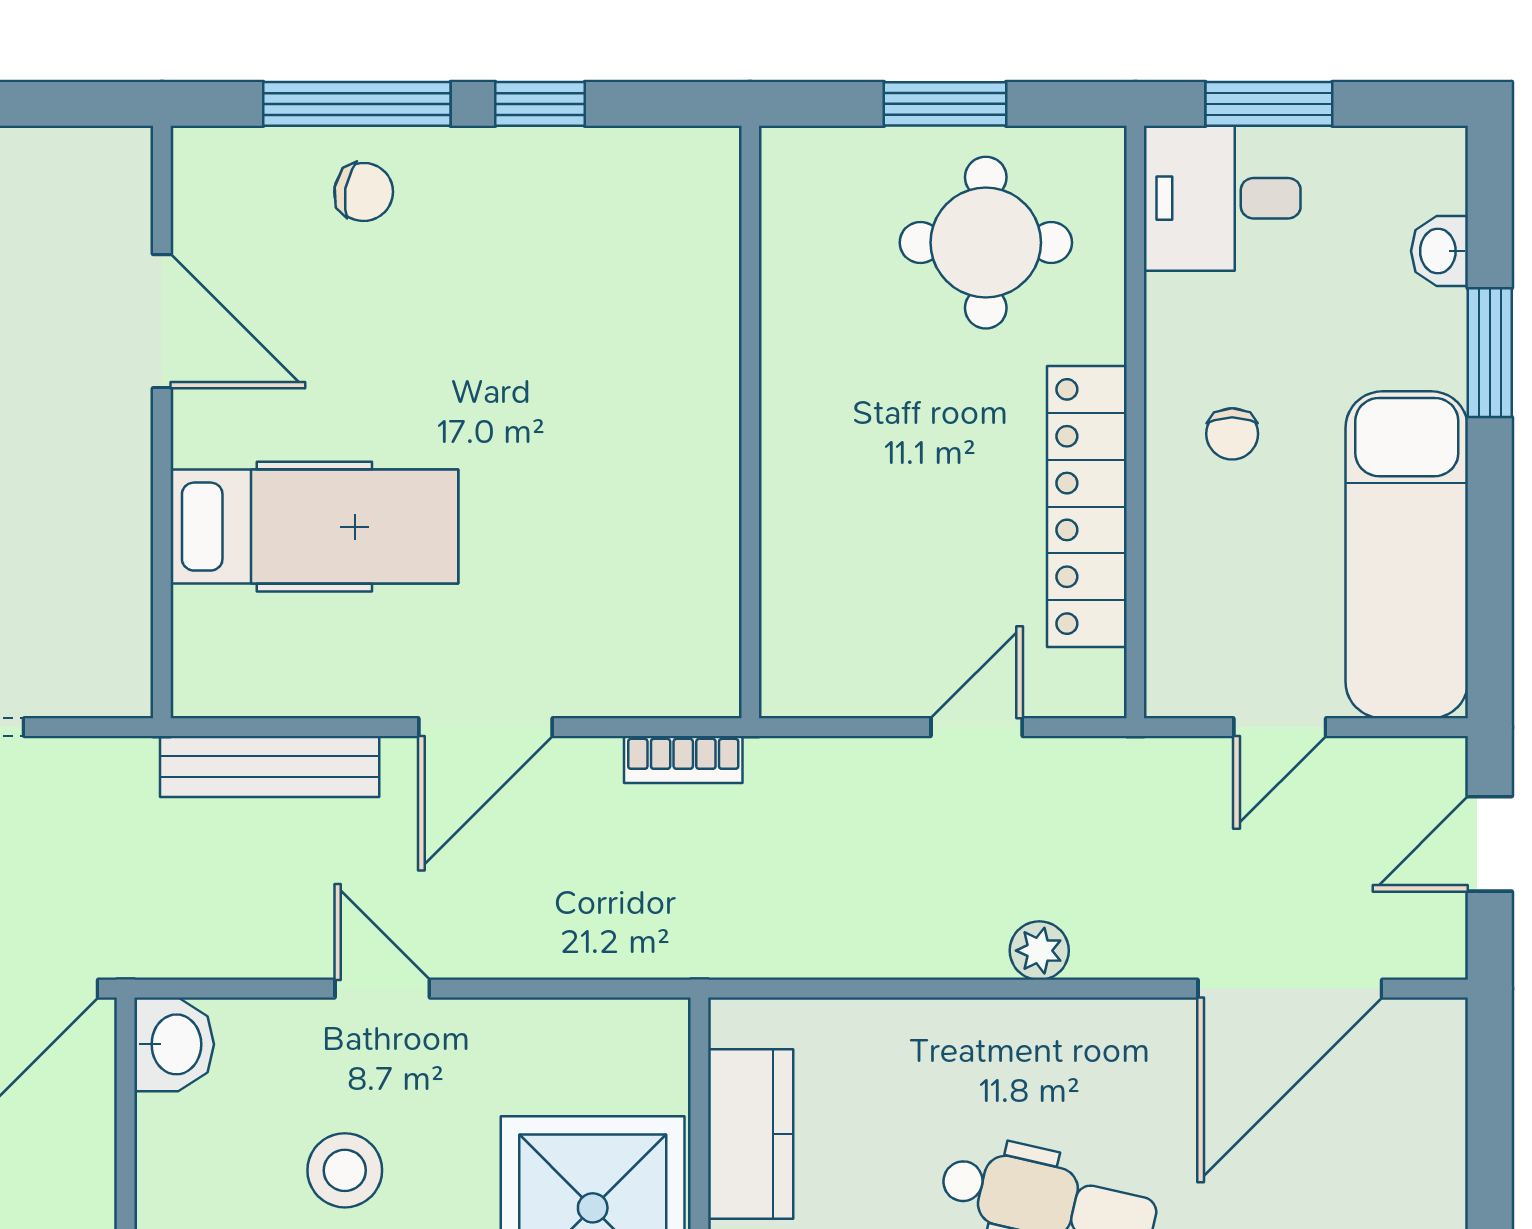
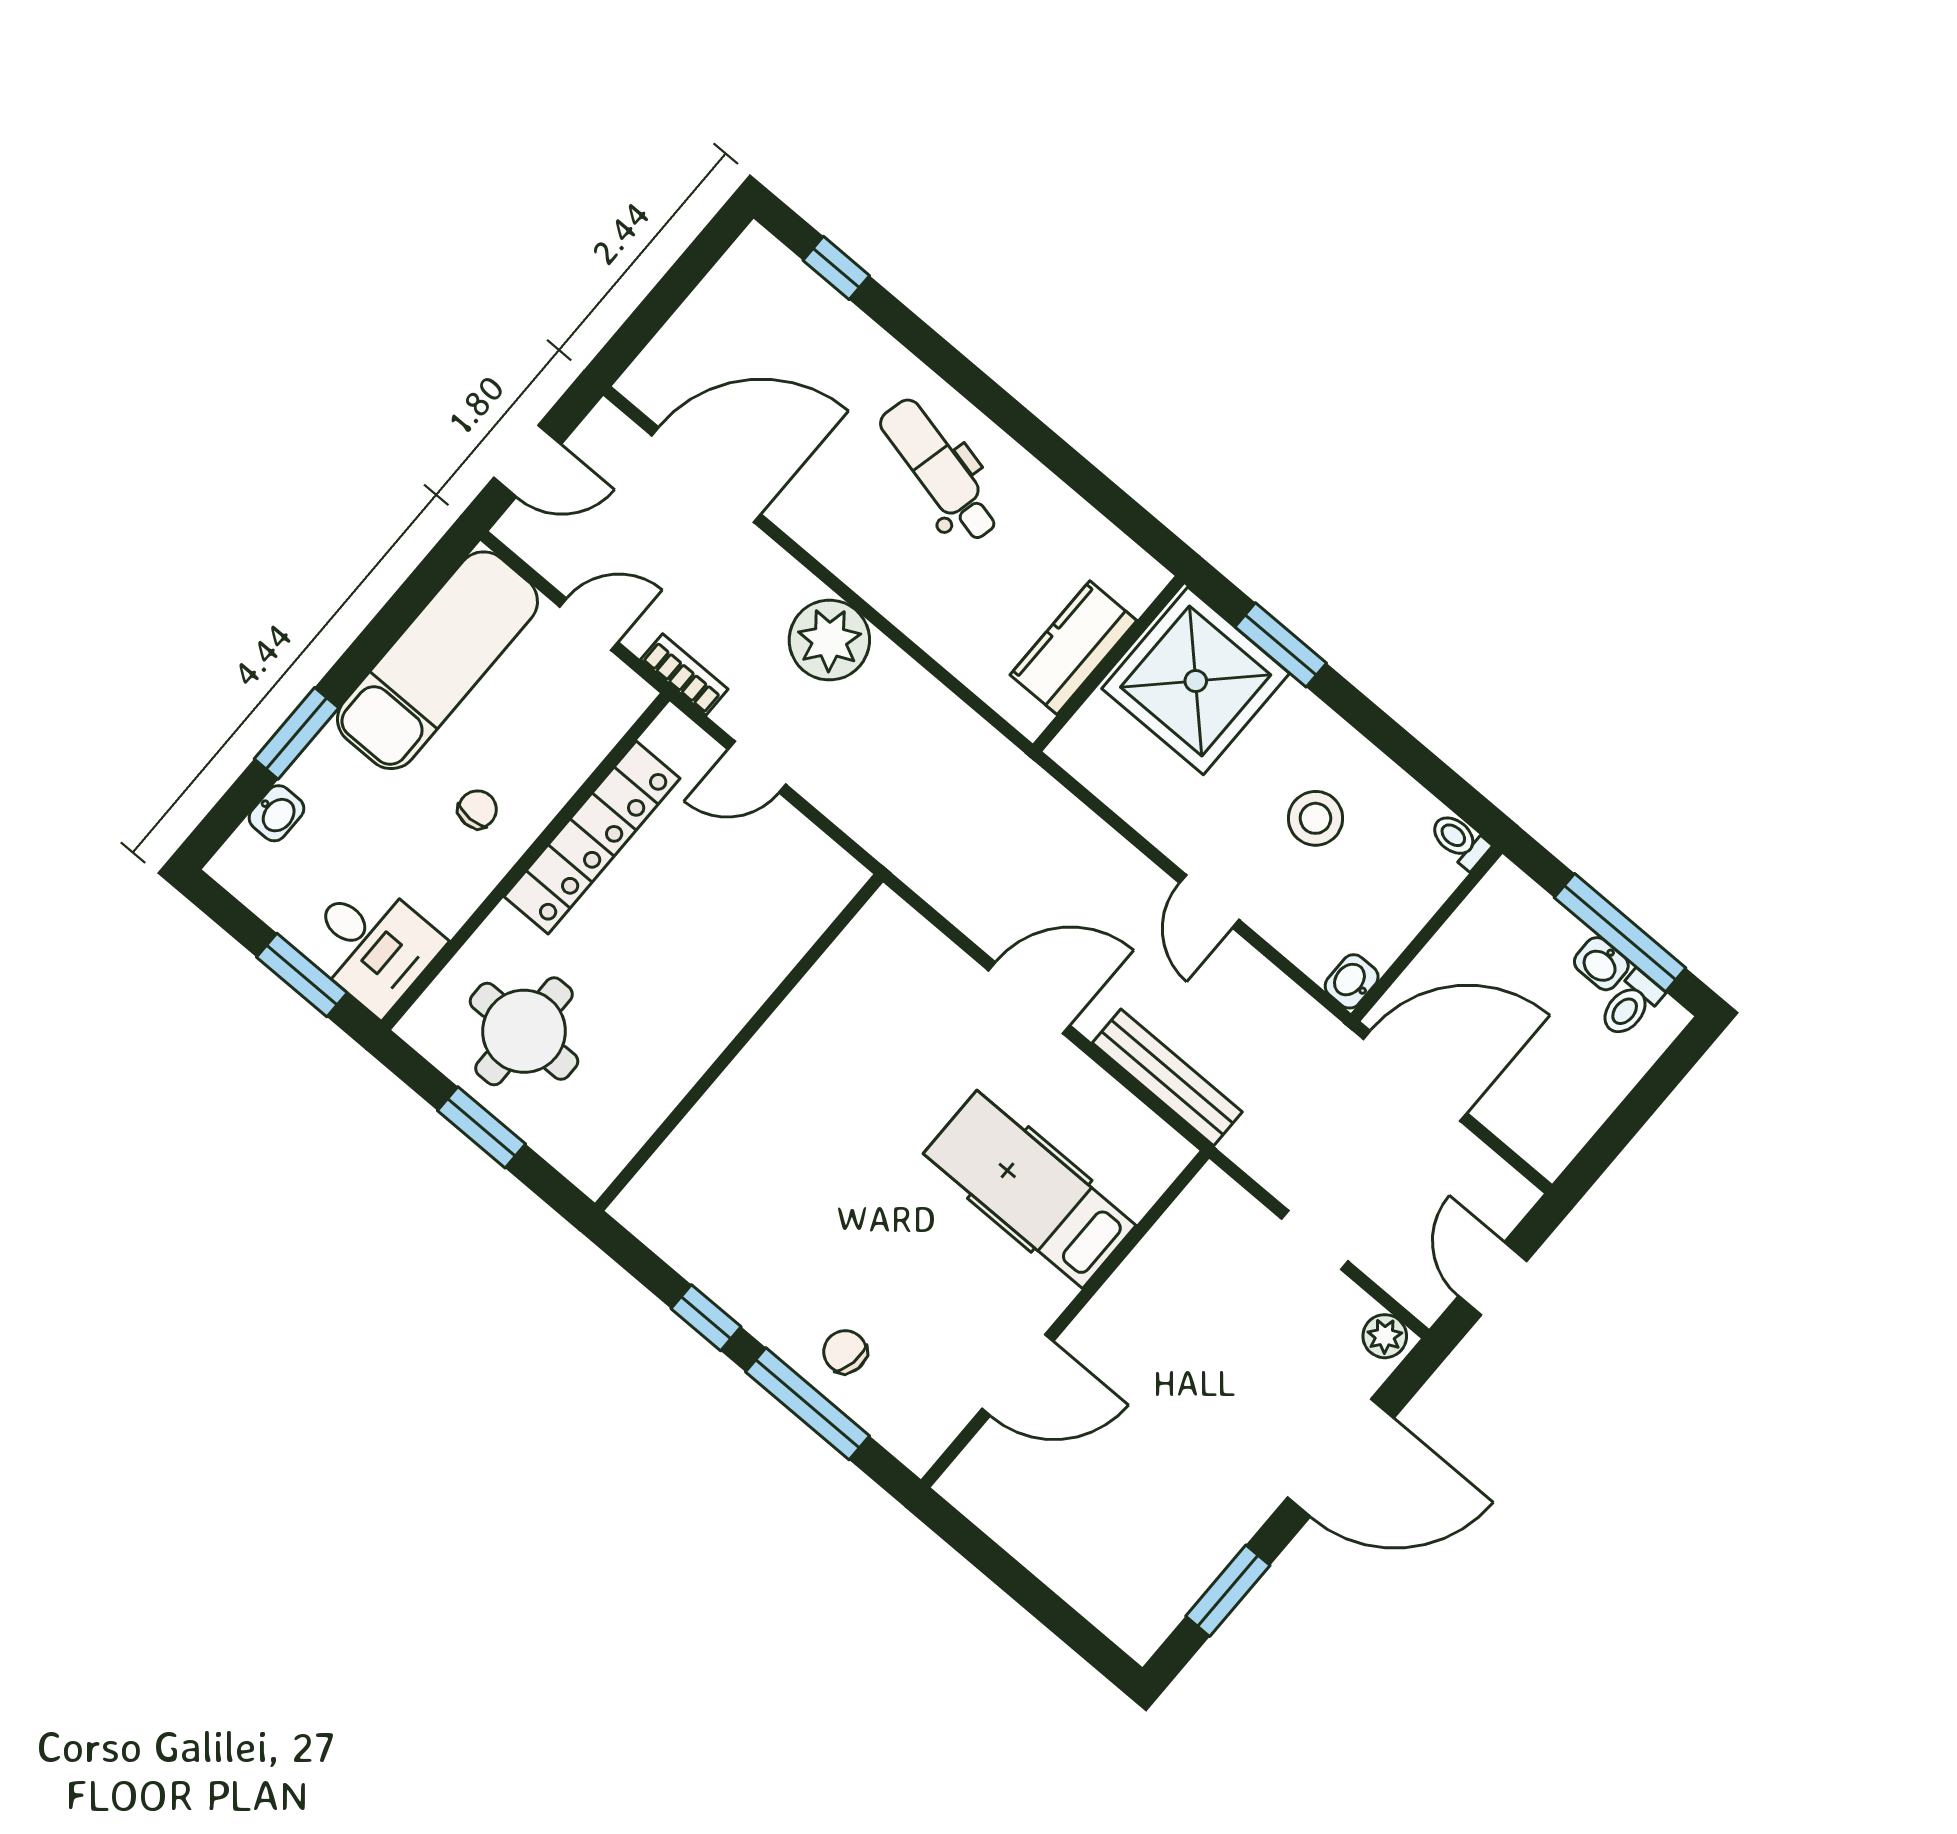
door: (162, 321) -> (1018, 1375), swing flipped
bookcase: (683, 760) -> (684, 674), moved
plant: (1039, 951) -> (829, 640), width x1.87, depth x1.87
washbasin: (174, 1044) -> (1352, 981), width x0.72, depth x0.69

